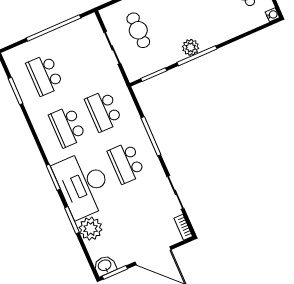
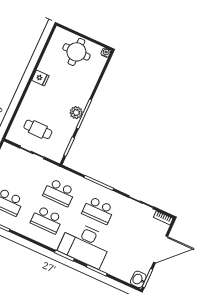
plant: (91, 229) -> (111, 266), removed

